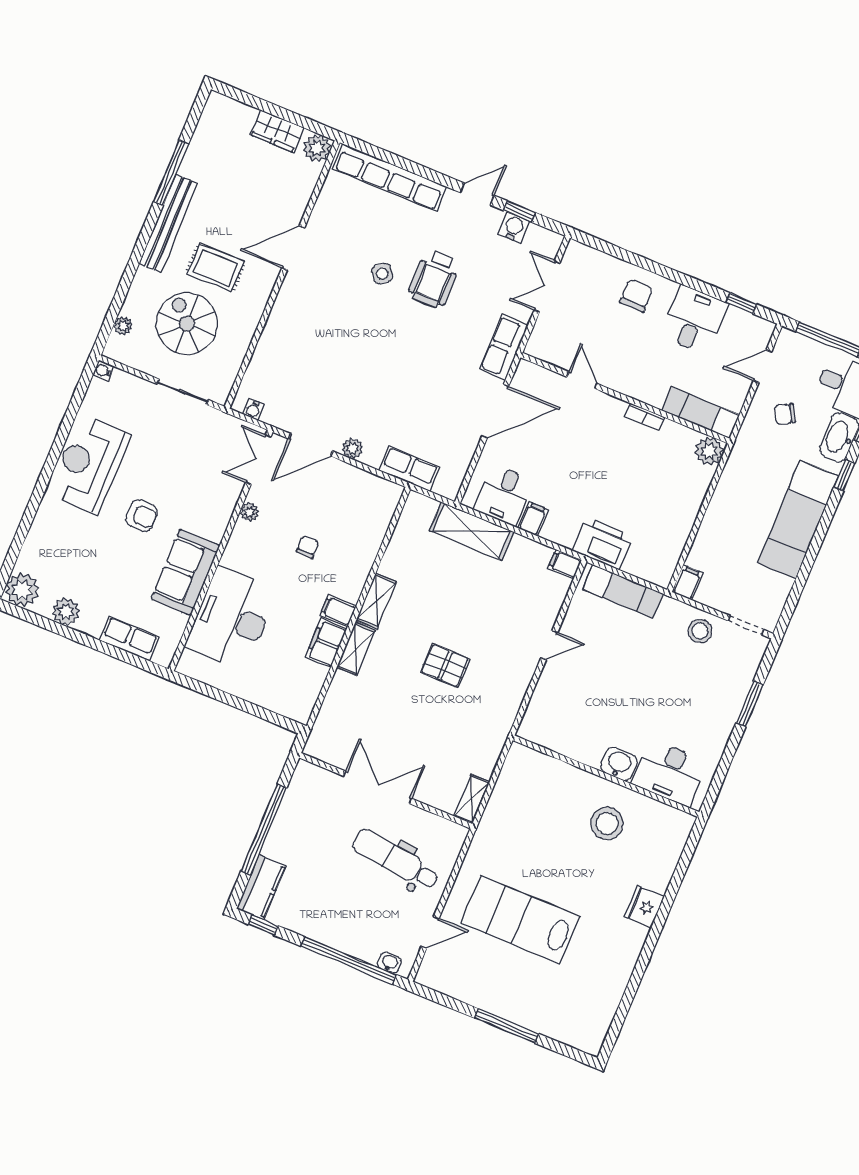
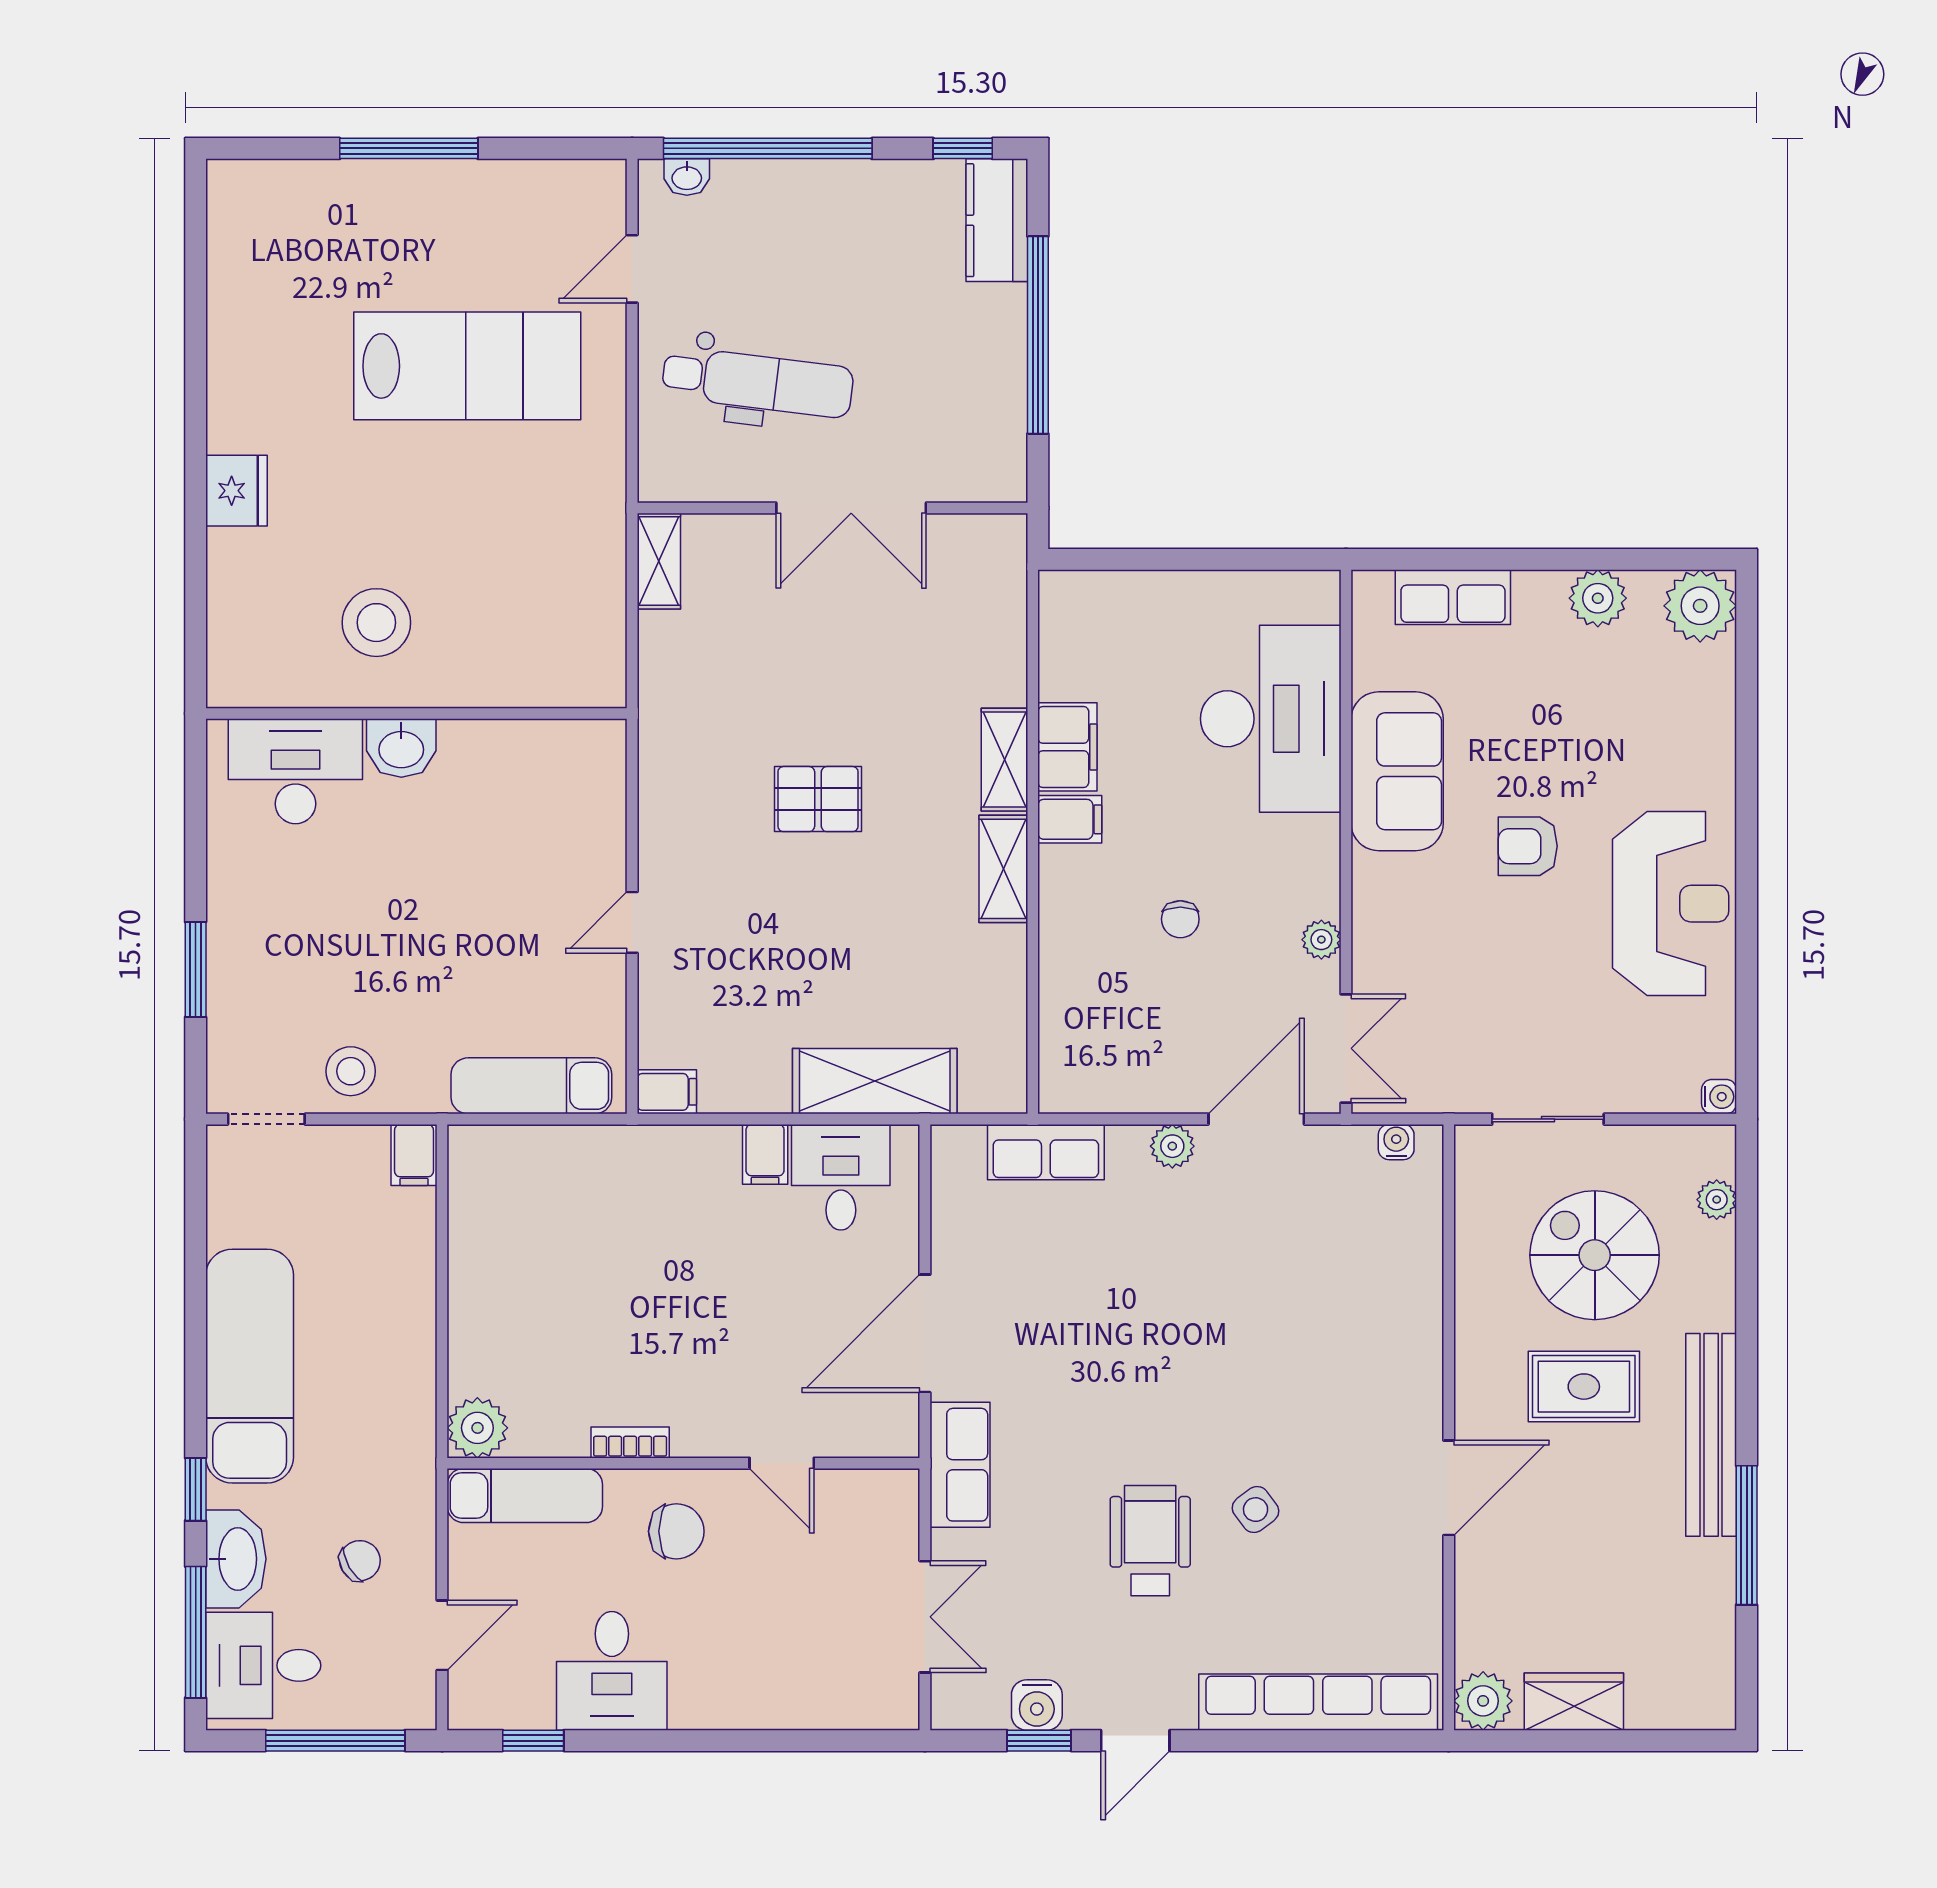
chair: (636, 296) -> (676, 1531), moved, turned -90
spiral stairs: (187, 324) -> (1595, 1255), turned 180
printer: (603, 543) -> (610, 1163), removed

